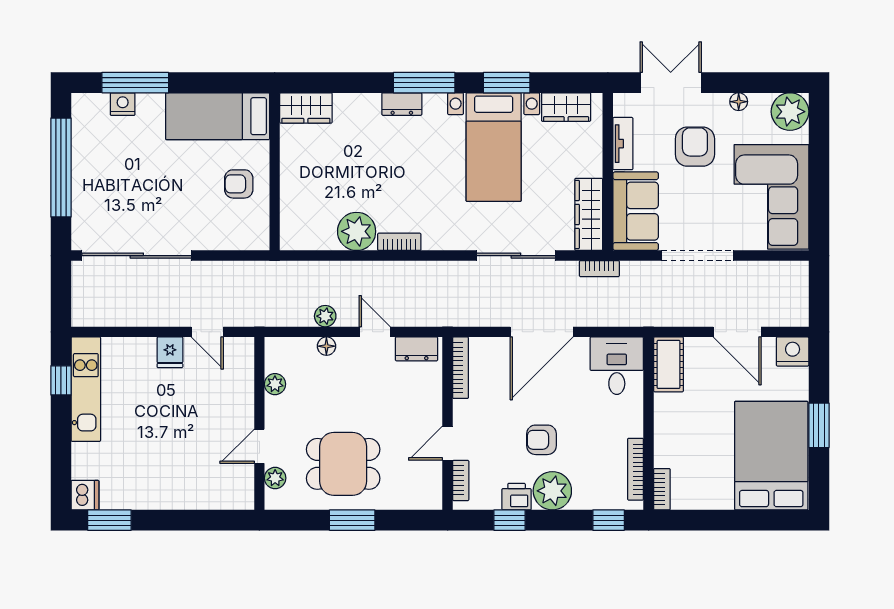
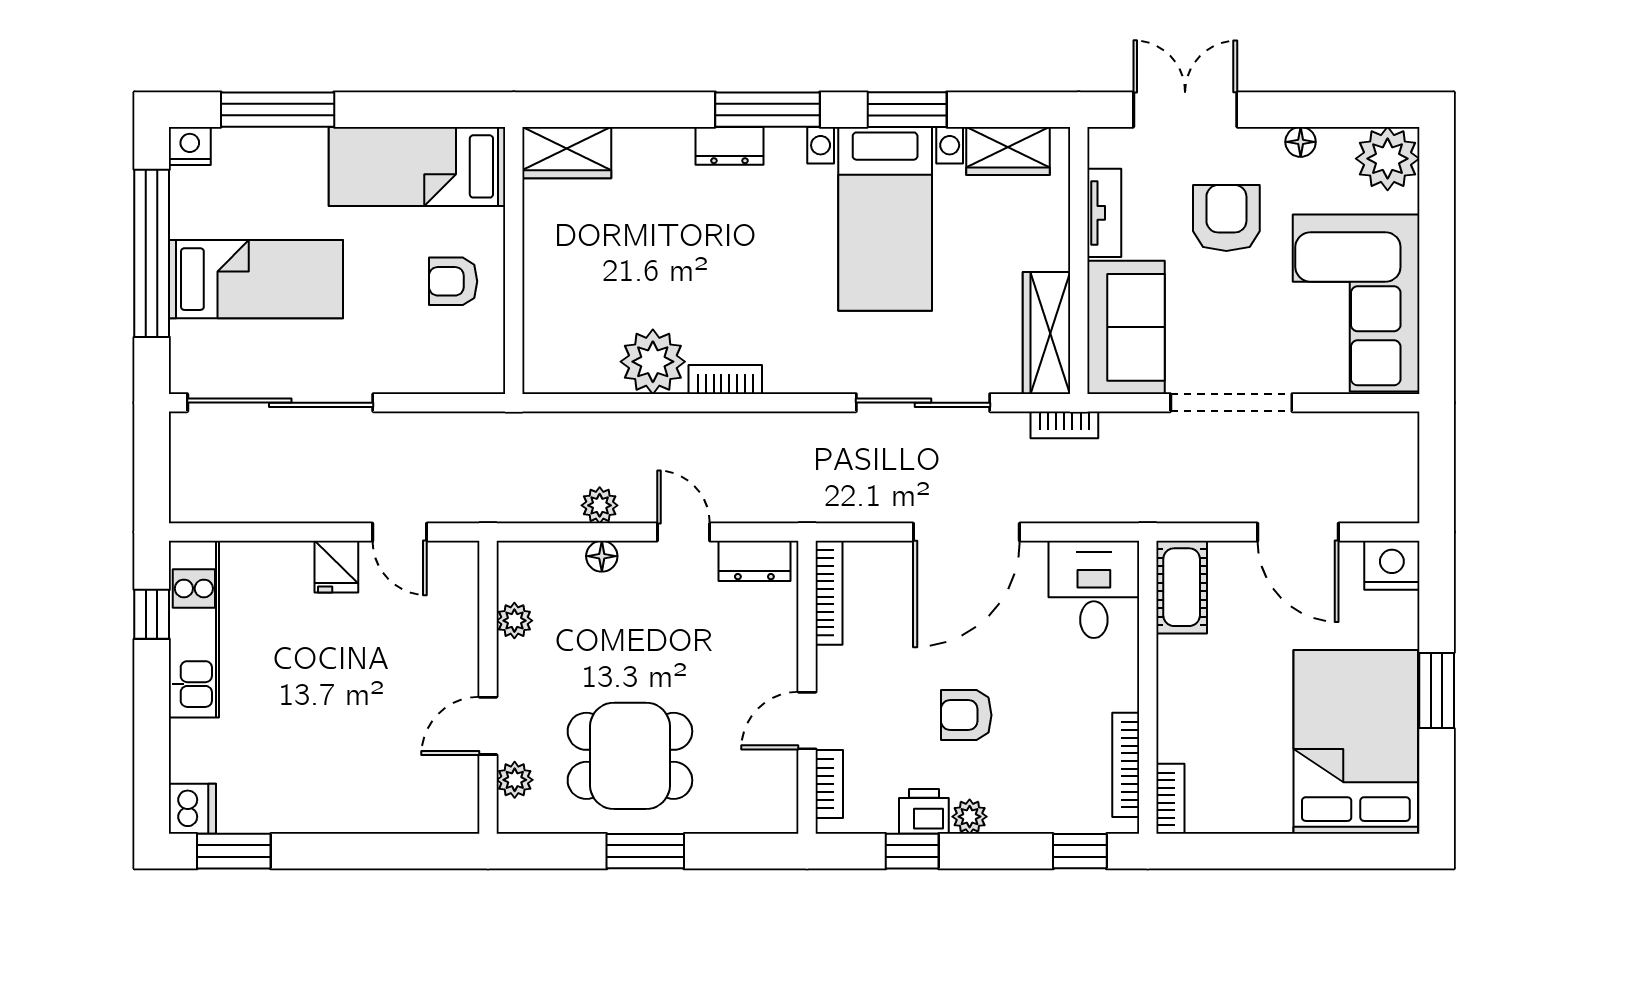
nightstand: (123, 104) -> (190, 146), moved
bed: (122, 183) -> (256, 279), added
plant: (552, 491) -> (970, 817), width x0.53, depth x0.53

